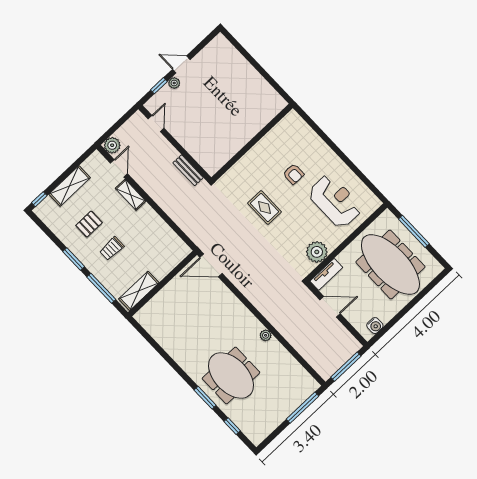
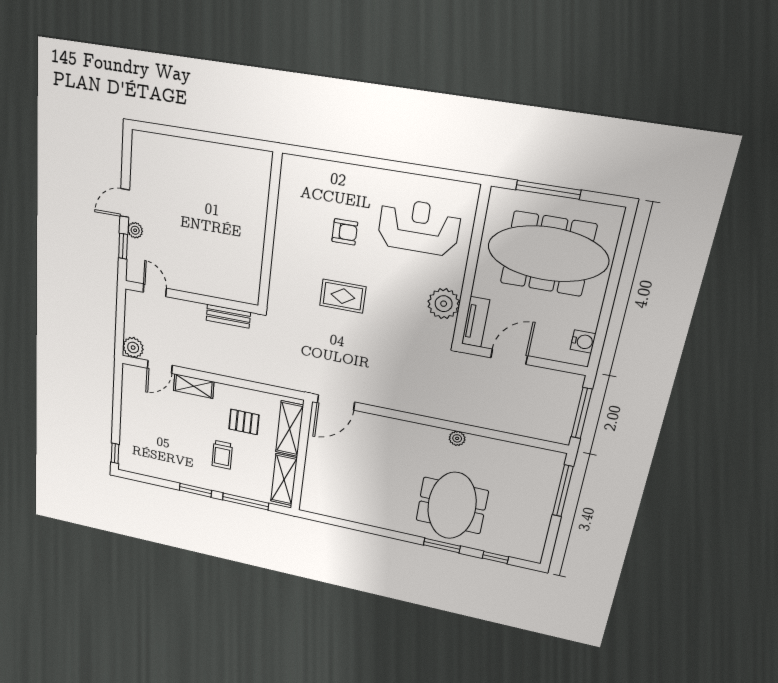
door: (119, 168) -> (160, 367), swing flipped
shelving: (70, 186) -> (290, 429), moved
pallet: (89, 224) -> (244, 422), moved, turned 90
meeting table: (231, 375) -> (452, 506), turned 90

